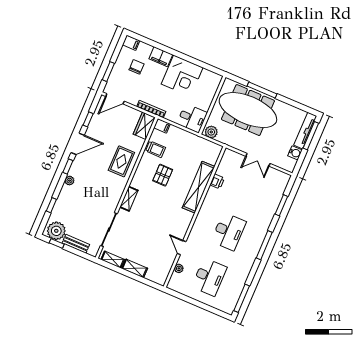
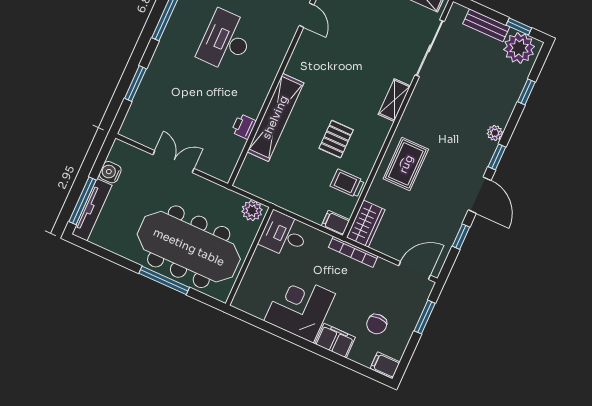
door: (78, 144) -> (480, 195), swing flipped

